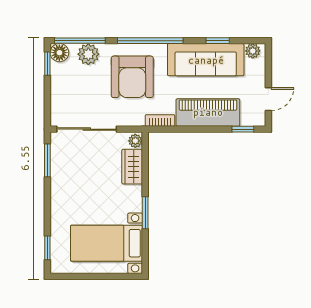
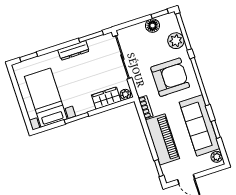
floor lamp: (59, 53) -> (153, 26), moved
armchair: (132, 77) -> (170, 77), turned 180
dresser: (58, 188) -> (74, 50), added

